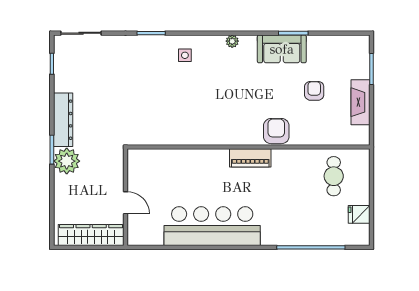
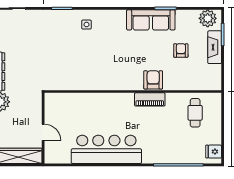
plant: (232, 41) -> (208, 18), moved, width x1.88, depth x1.88
sofa: (282, 49) -> (151, 20), width x1.36
fireplace: (360, 102) -> (215, 47), moved
piano: (250, 158) -> (150, 99), moved
fridge: (359, 214) -> (214, 152), moved

